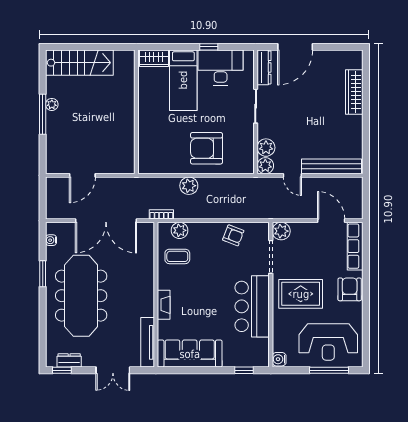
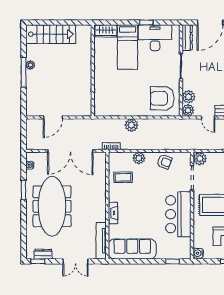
armchair: (206, 148) -> (162, 98), moved
plant: (180, 230) -> (139, 158), moved

